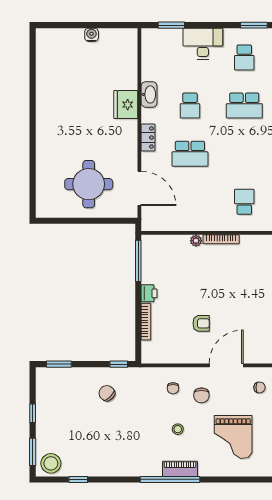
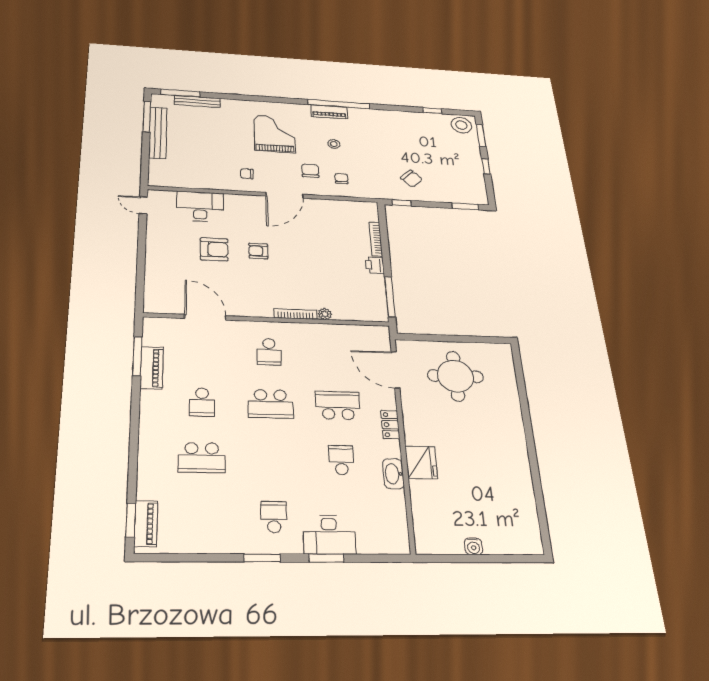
window: (171, 25) -> (326, 558), moved
school desk: (244, 106) -> (271, 404), moved, turned 180
armchair: (201, 323) -> (258, 251), moved

